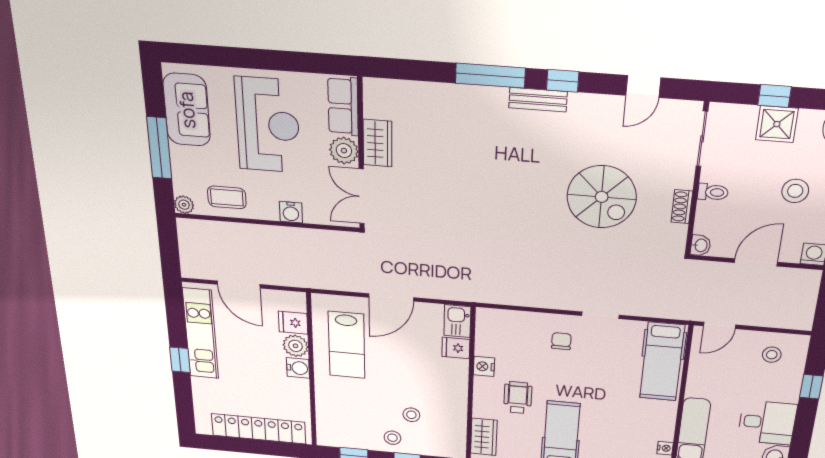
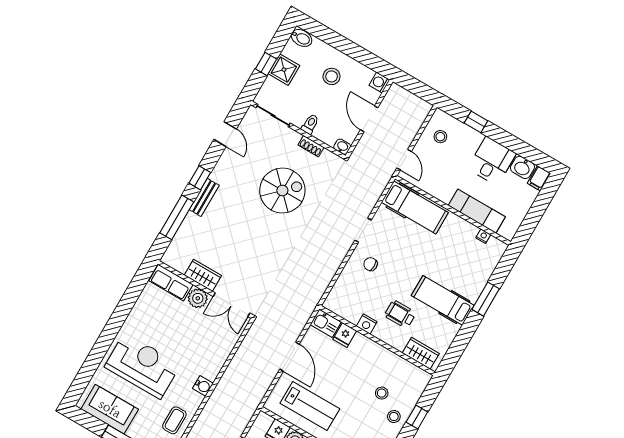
row of seats: (343, 106) -> (171, 283), moved
wardrobe: (377, 143) -> (203, 275), moved
plant: (344, 151) -> (198, 298), moved
wall: (361, 155) -> (205, 289), moved
double door: (362, 196) -> (232, 305), moved

